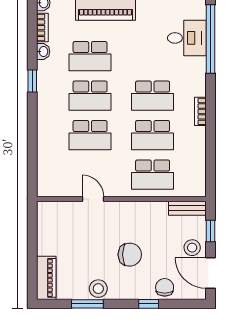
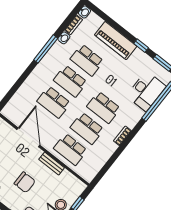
desk: (187, 38) -> (146, 91), width x1.37
window: (32, 81) -> (46, 49), width x2.17
door: (93, 199) -> (28, 137), width x1.87
bench: (187, 208) -> (52, 164), moved

